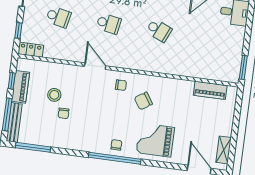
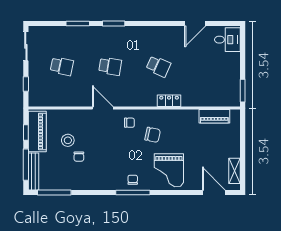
locker: (31, 50) -> (169, 101), moved
piano: (21, 87) -> (37, 131), width x1.37, depth x1.33
chair: (143, 101) -> (153, 135), turned -135
grand piano: (155, 140) -> (169, 170), turned -90
window: (115, 158) -> (133, 192), width x0.68

